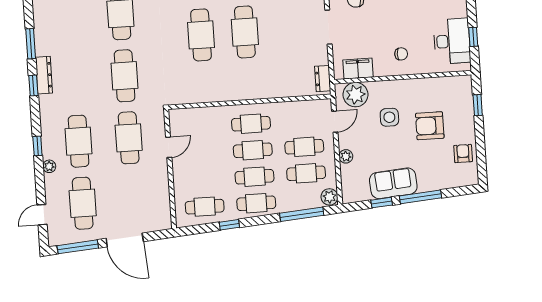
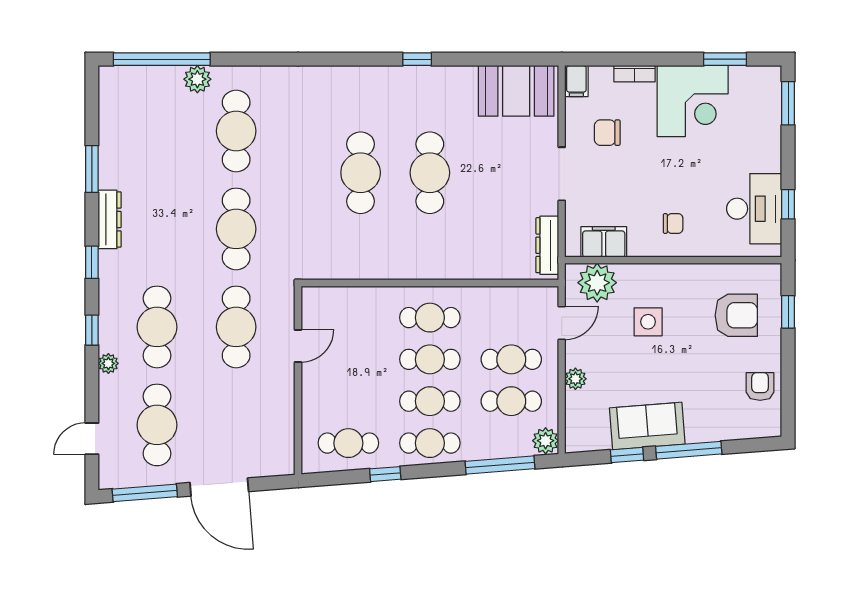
dresser: (323, 79) -> (547, 245), width x1.44
window: (33, 85) -> (92, 262), moved
armchair: (430, 126) -> (736, 315), moved, turned 180

